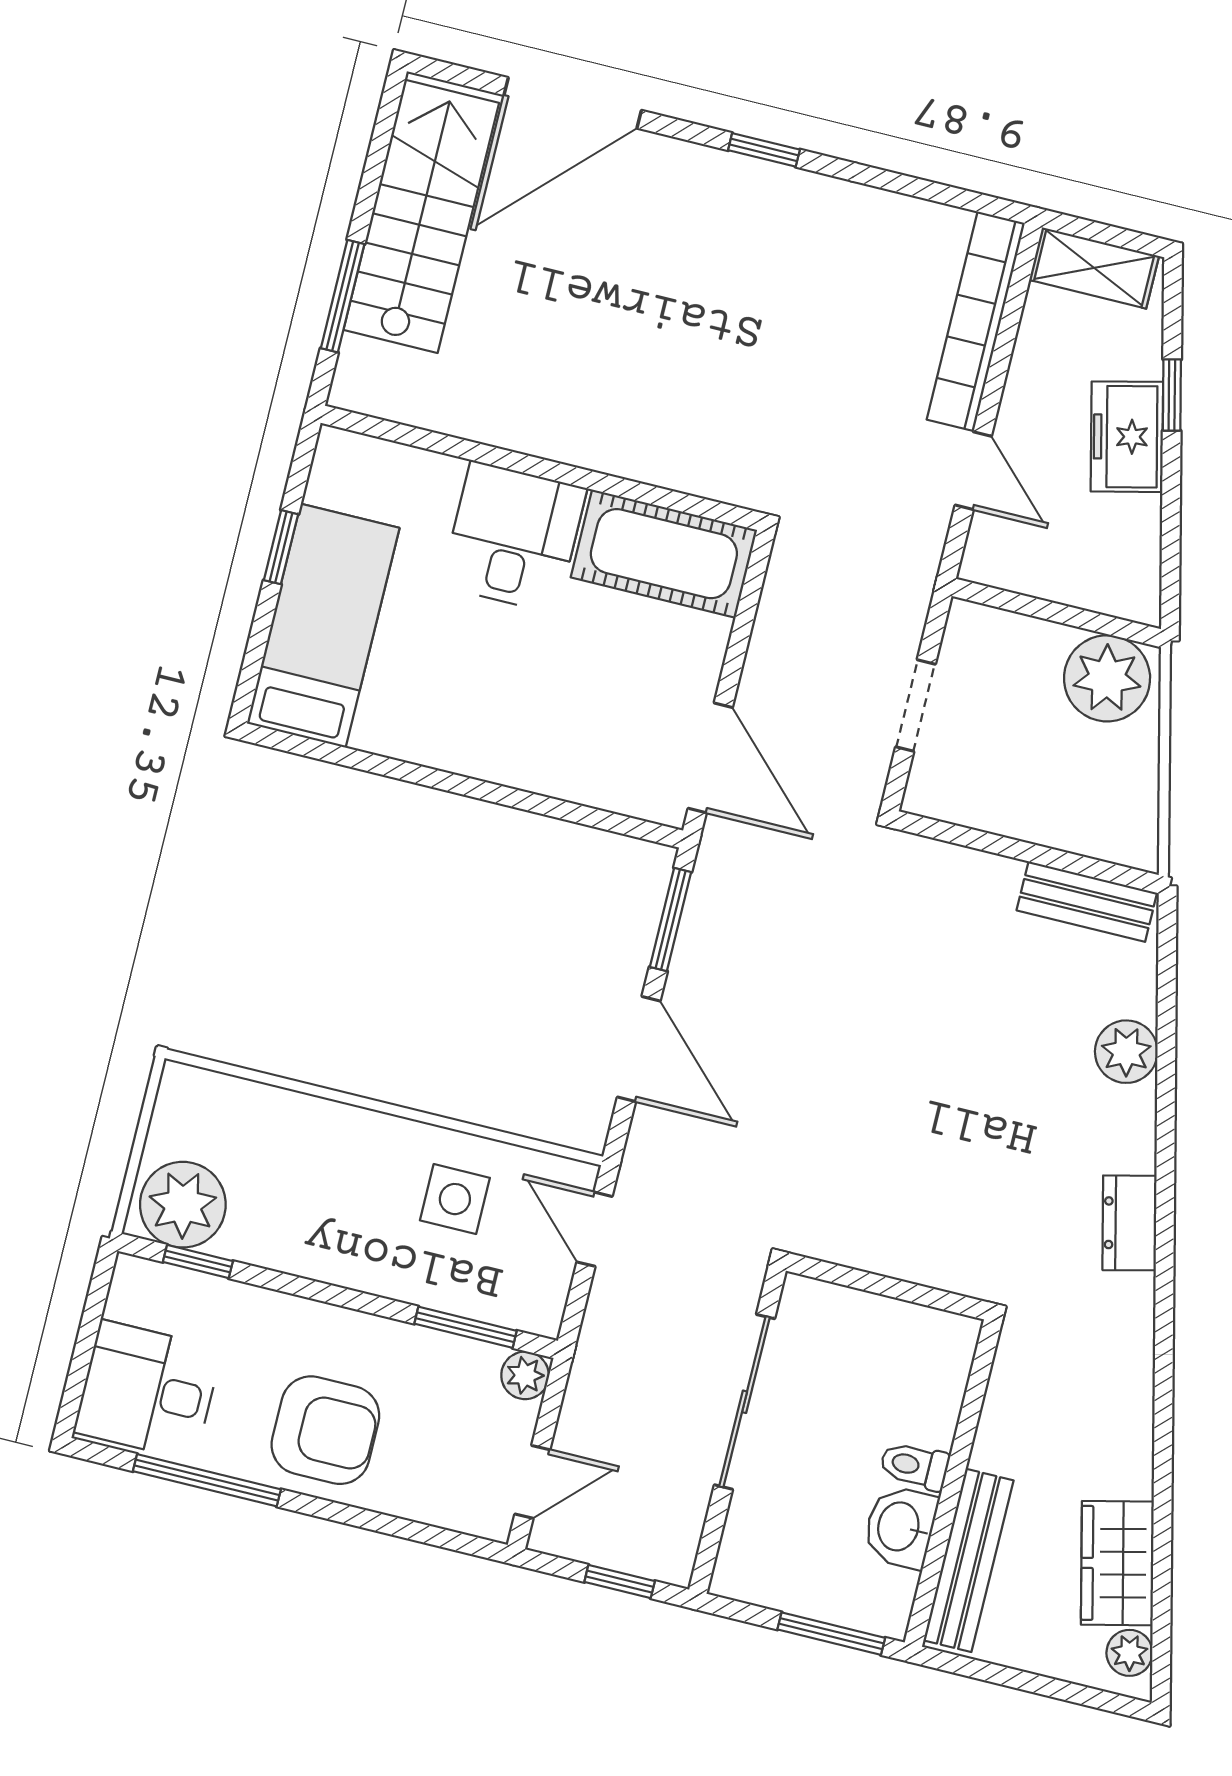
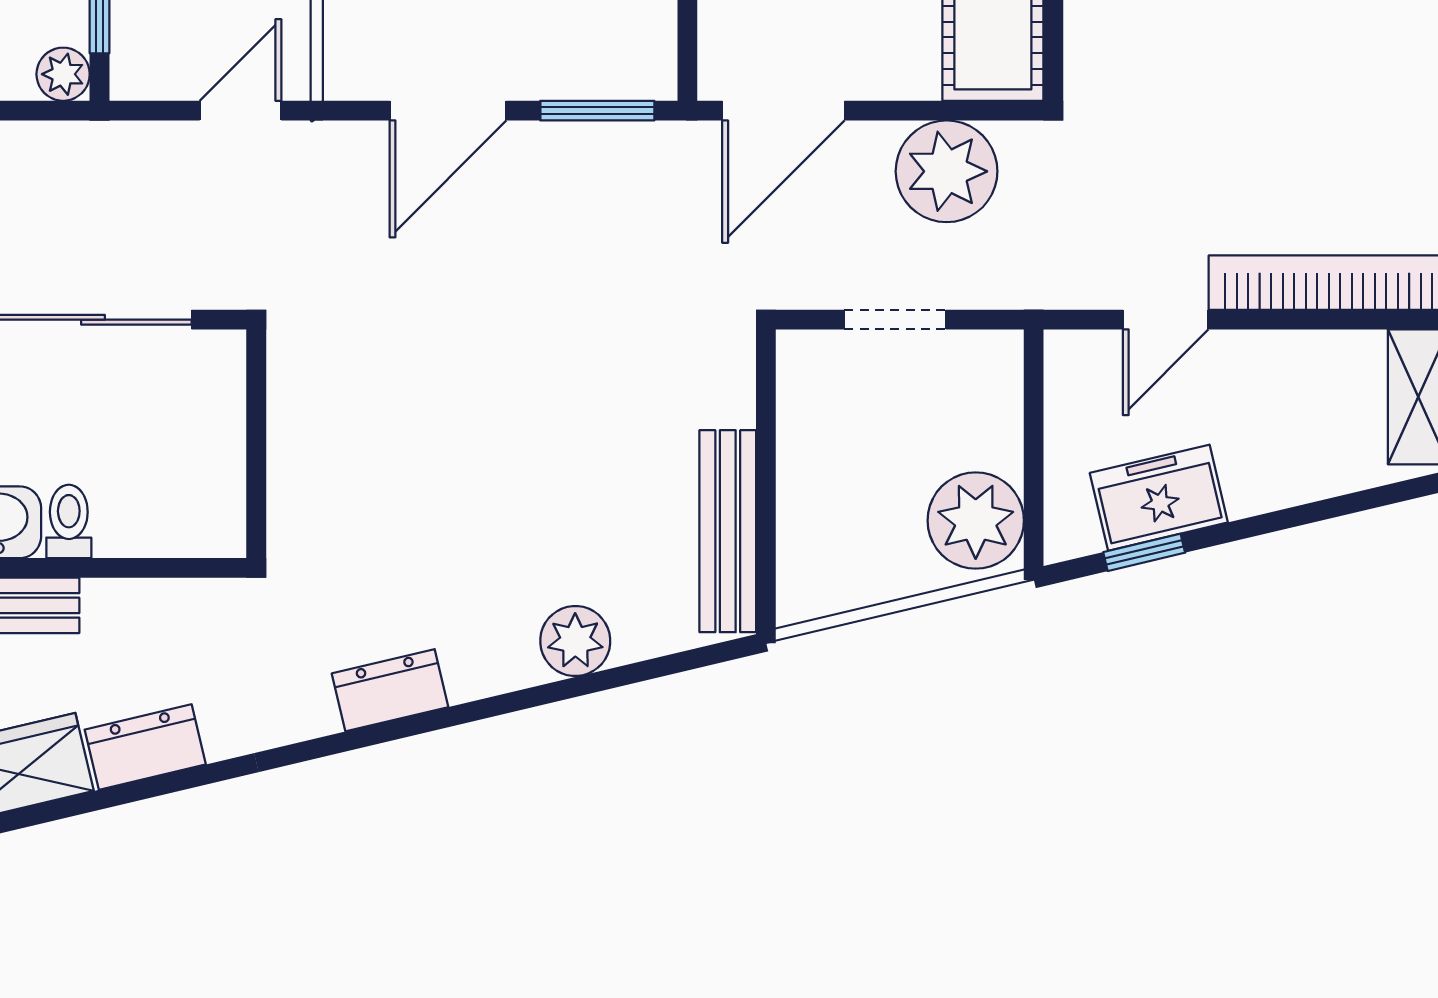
window: (1172, 395) -> (1144, 552), moved
freezer: (1127, 437) -> (1159, 498), moved
plant: (798, 629) -> (947, 171), added
bench: (1087, 902) -> (728, 531), width x1.36
dresser: (1127, 1447) -> (145, 747), added

